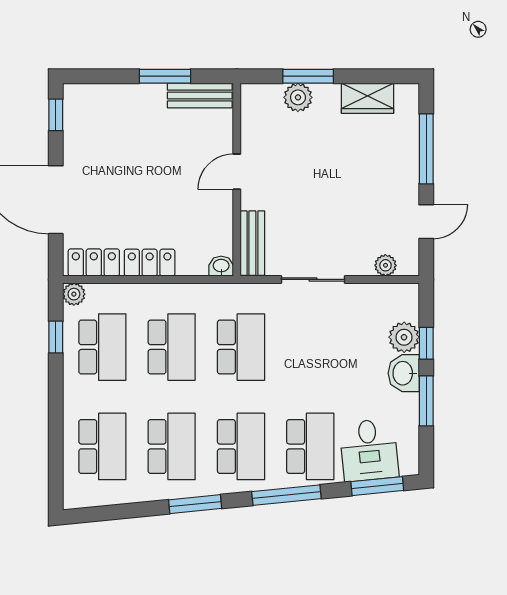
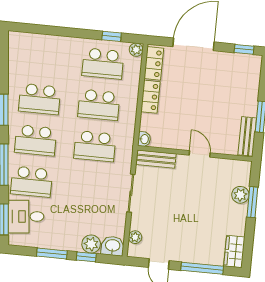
wardrobe: (367, 98) -> (234, 252), moved
washbasin: (404, 373) -> (113, 246), moved
school desk: (102, 446) -> (44, 58), removed

